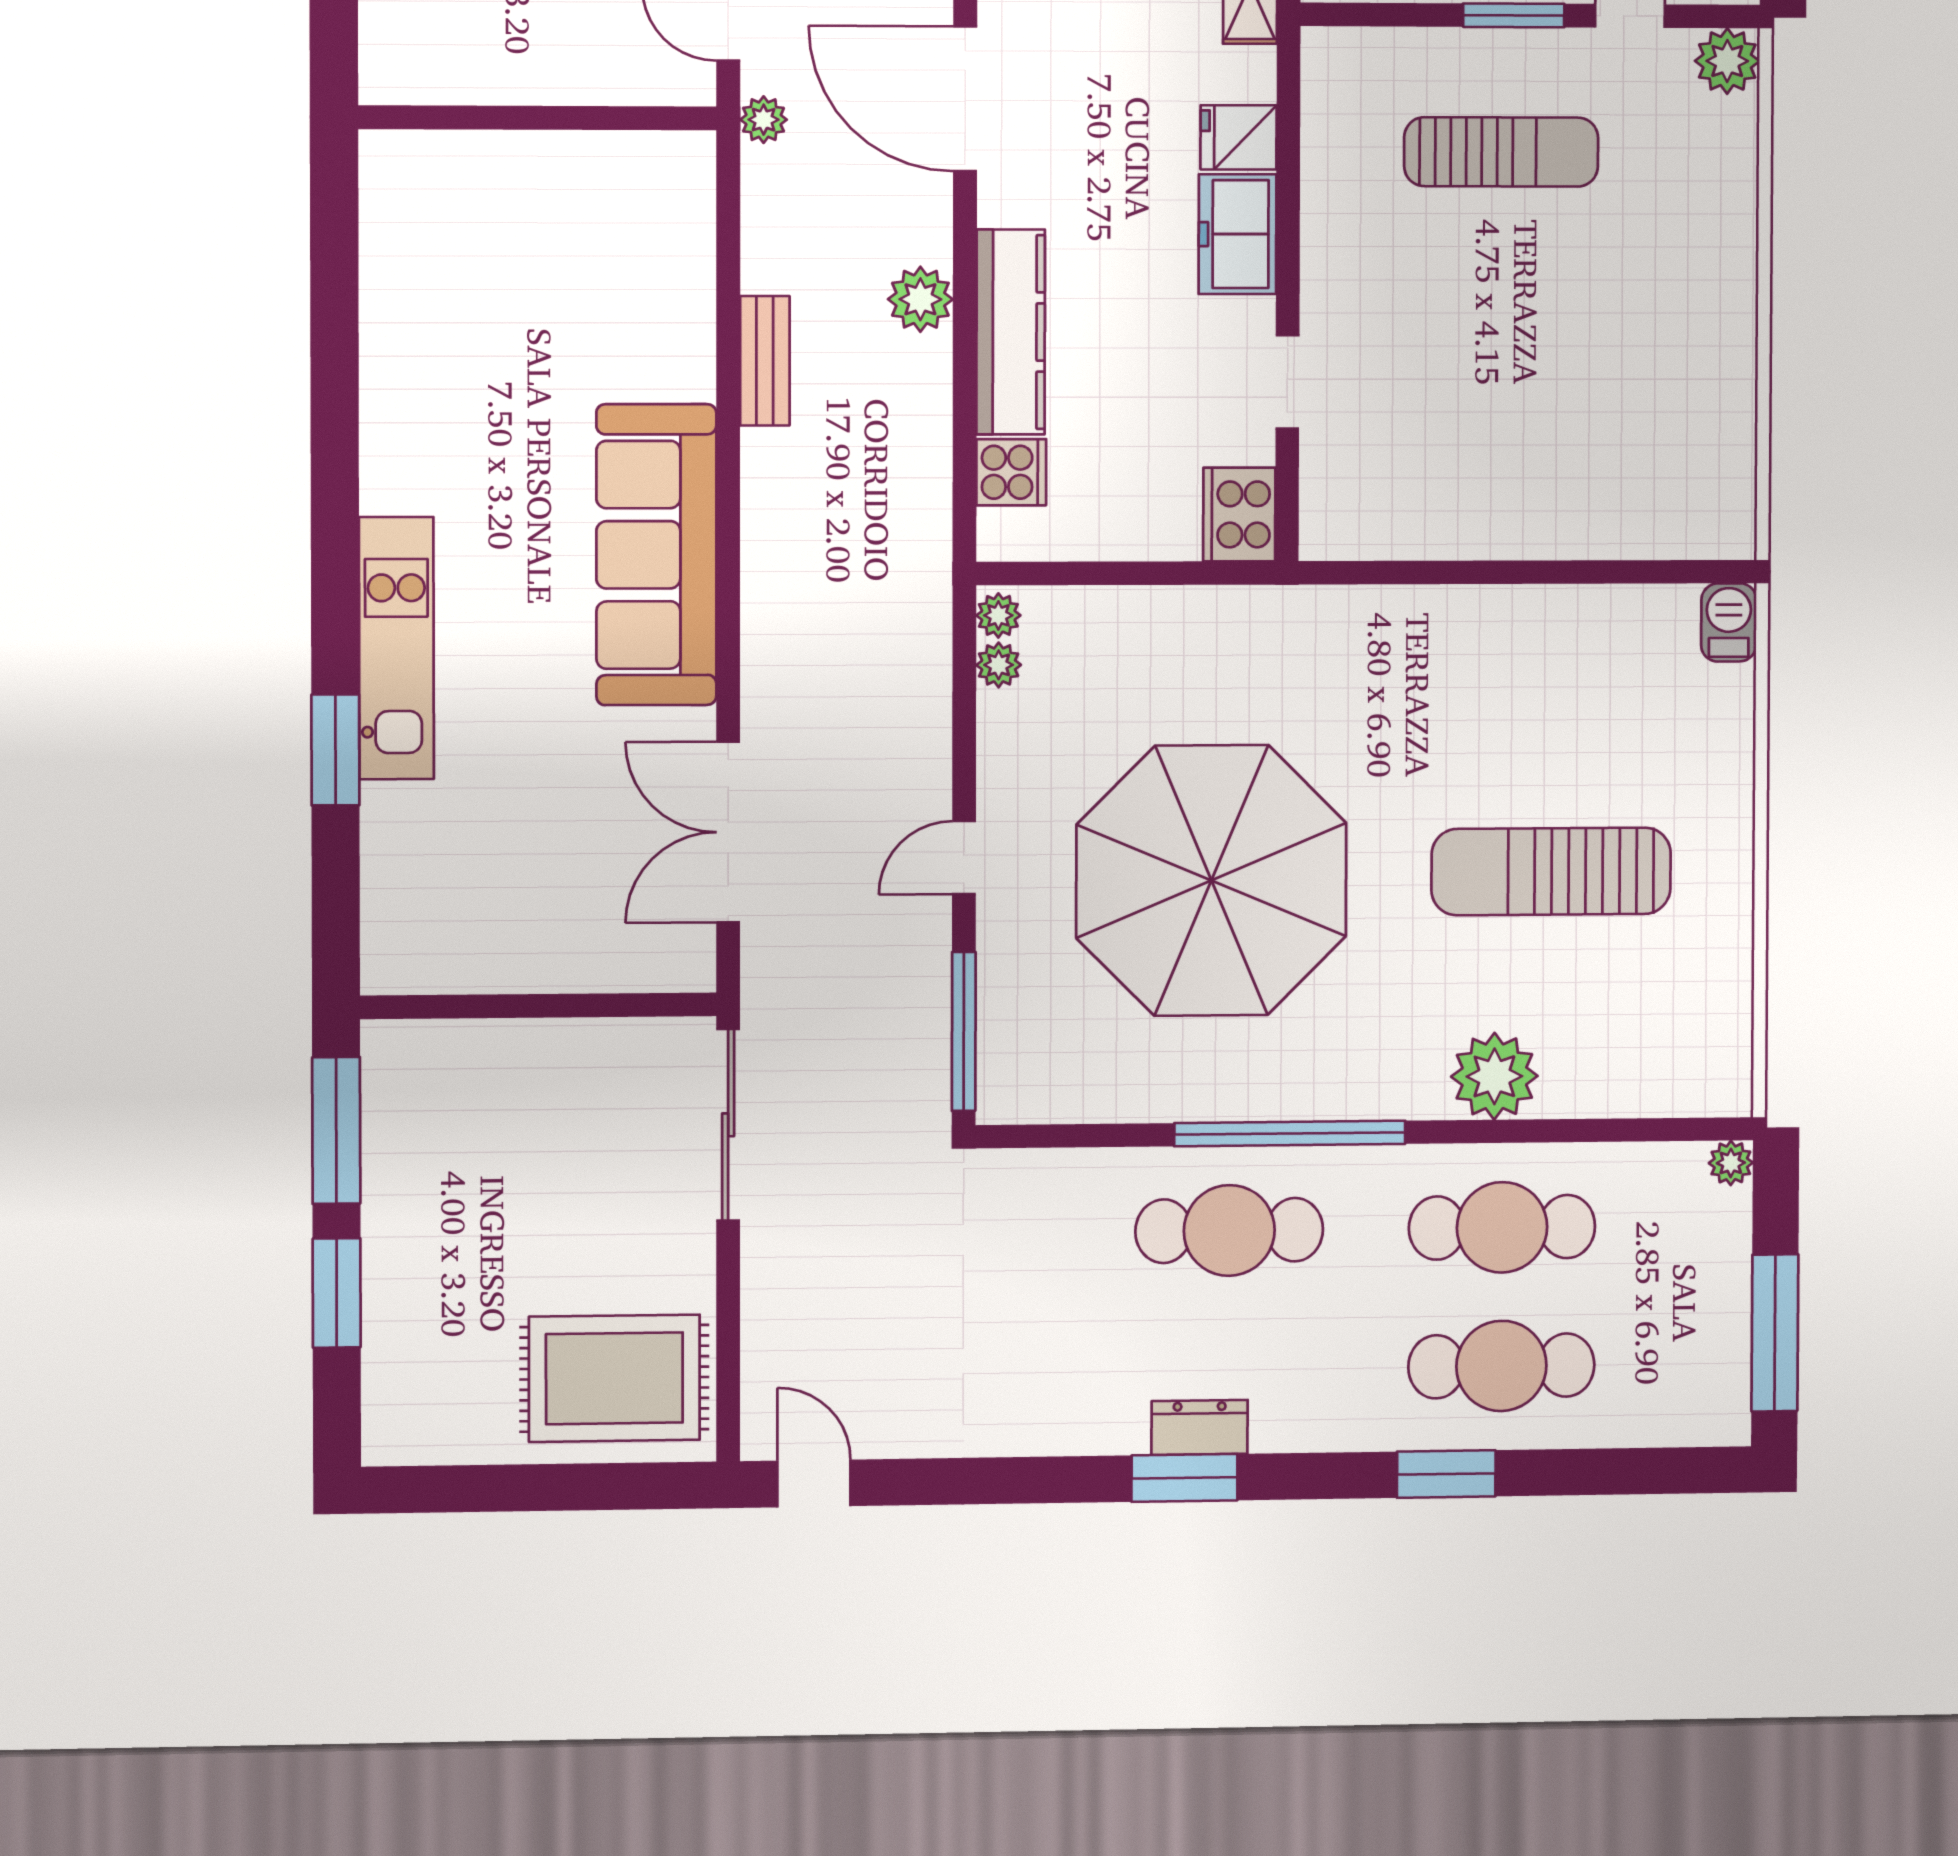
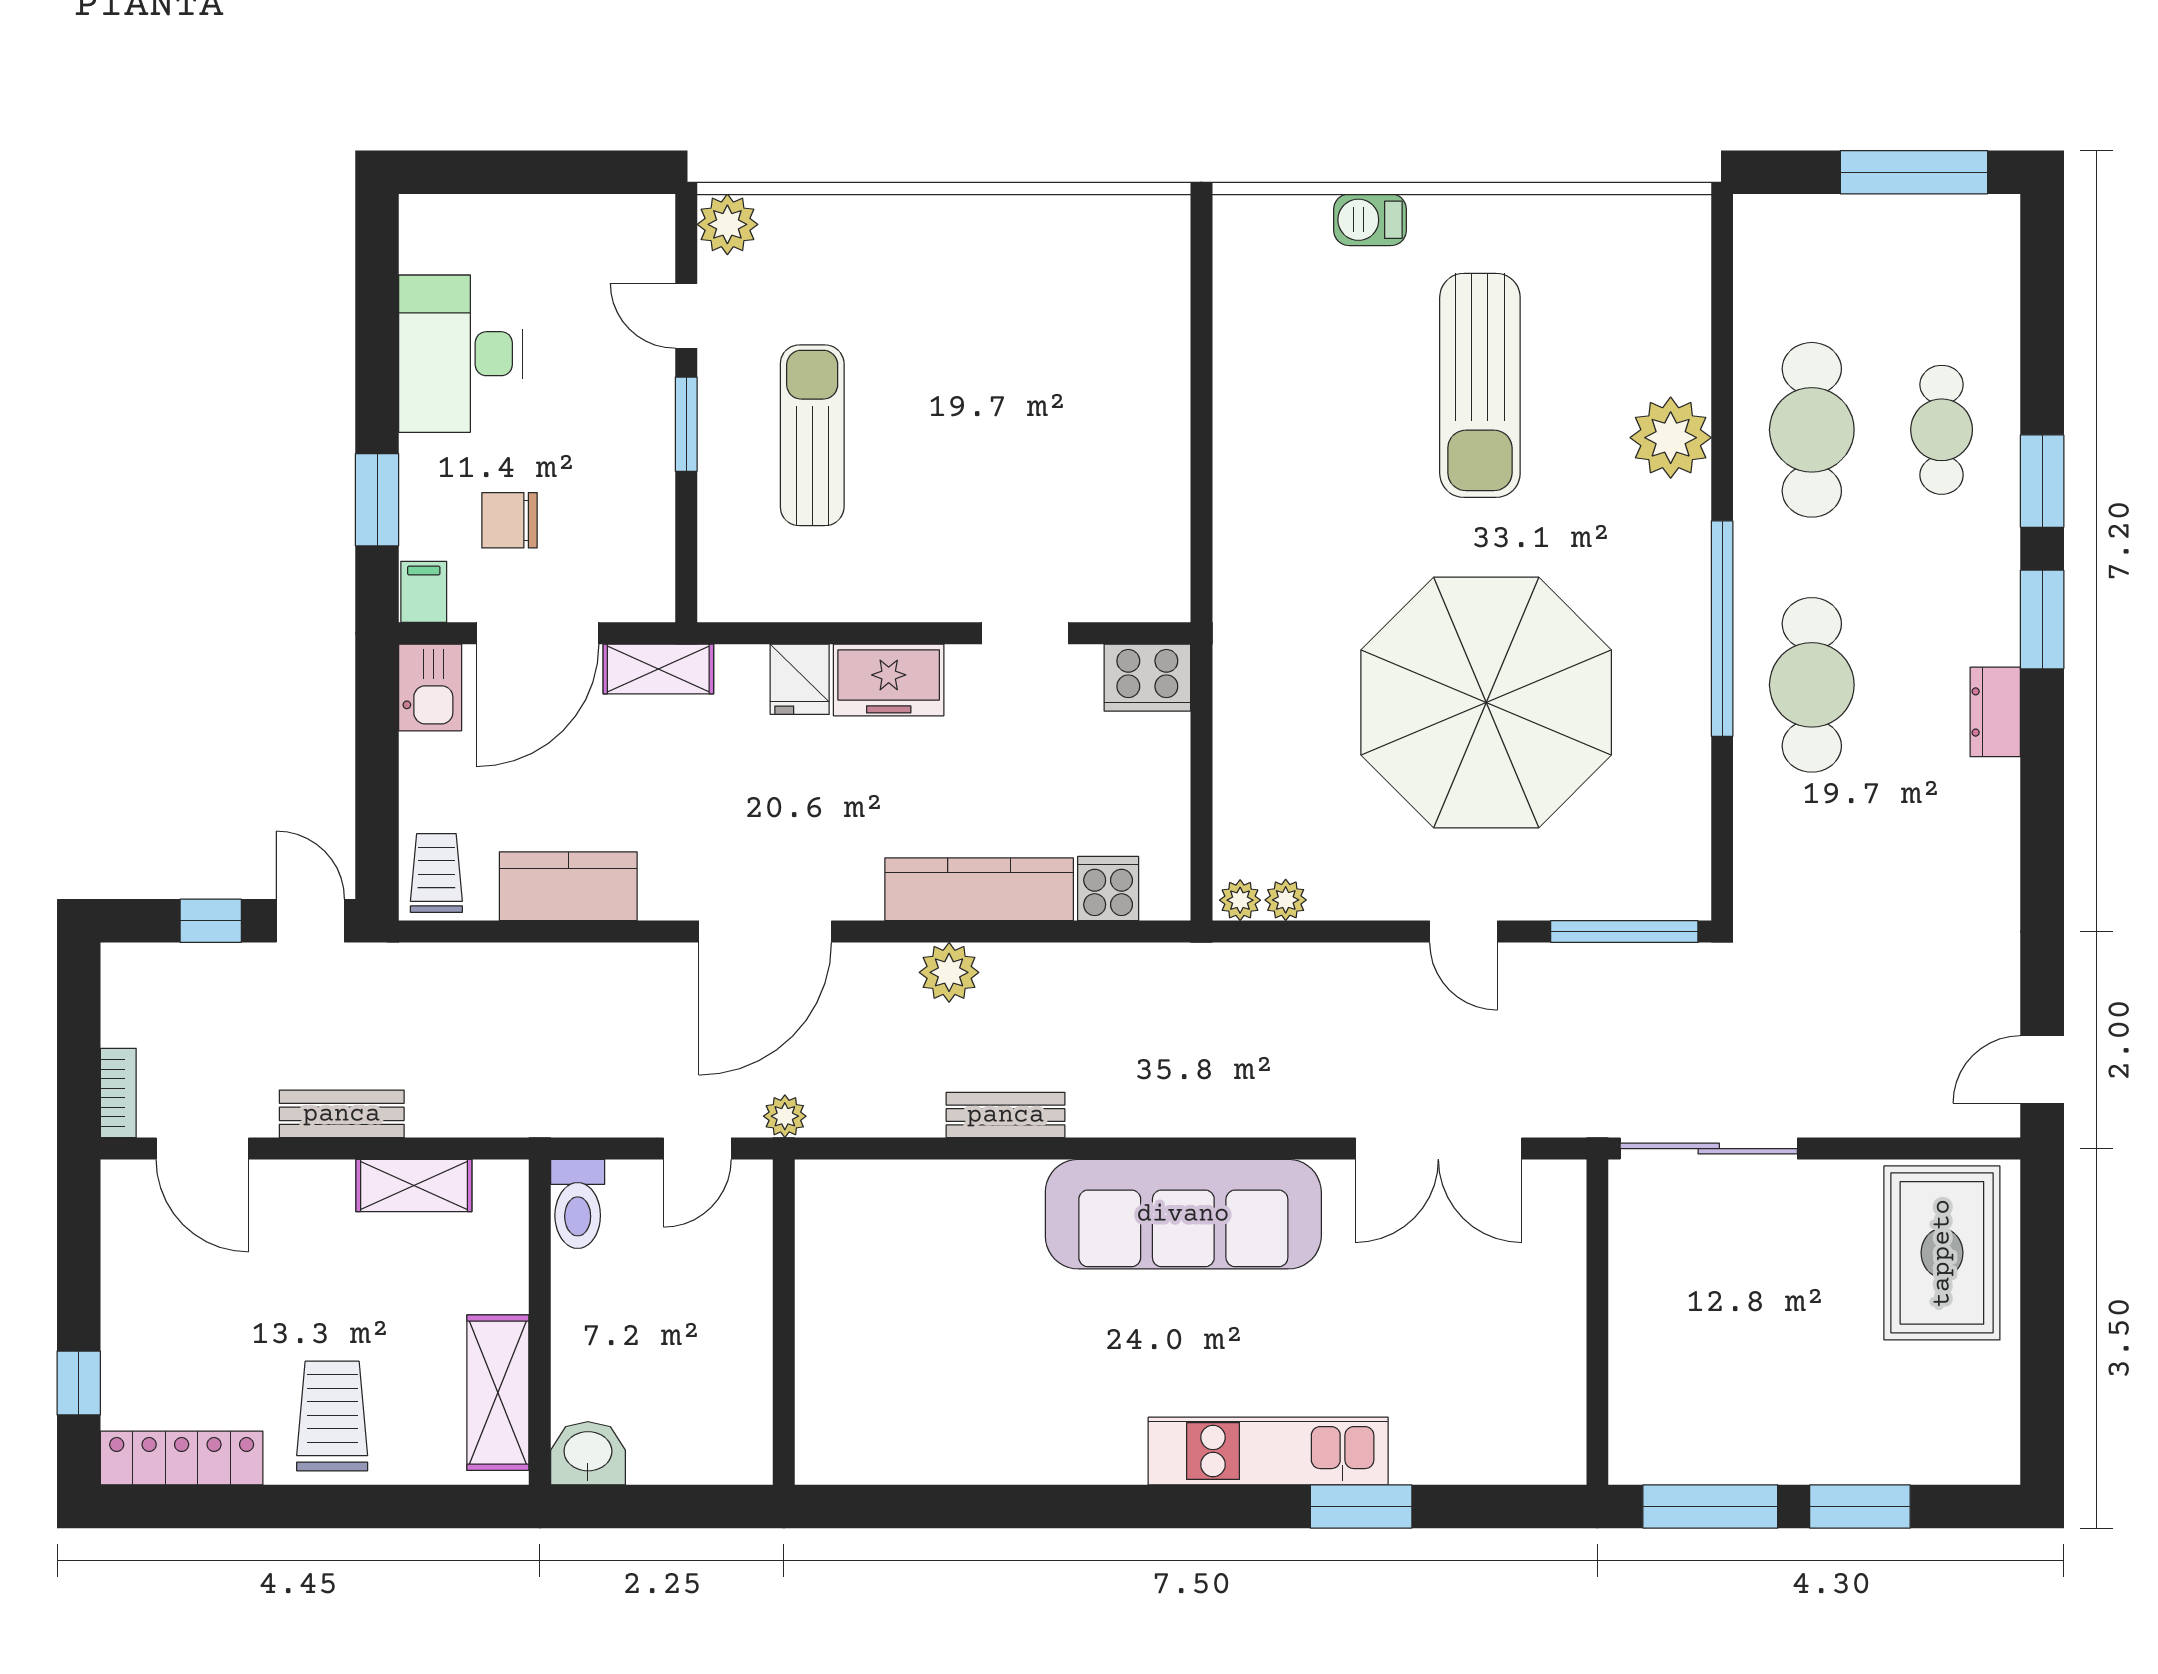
barbecue: (1729, 622) -> (1370, 220), moved
plant: (1731, 1163) -> (1754, 215), removed
cafe table: (1501, 1366) -> (1942, 430), width x0.73, depth x0.74
window: (1184, 1478) -> (2042, 620), moved

